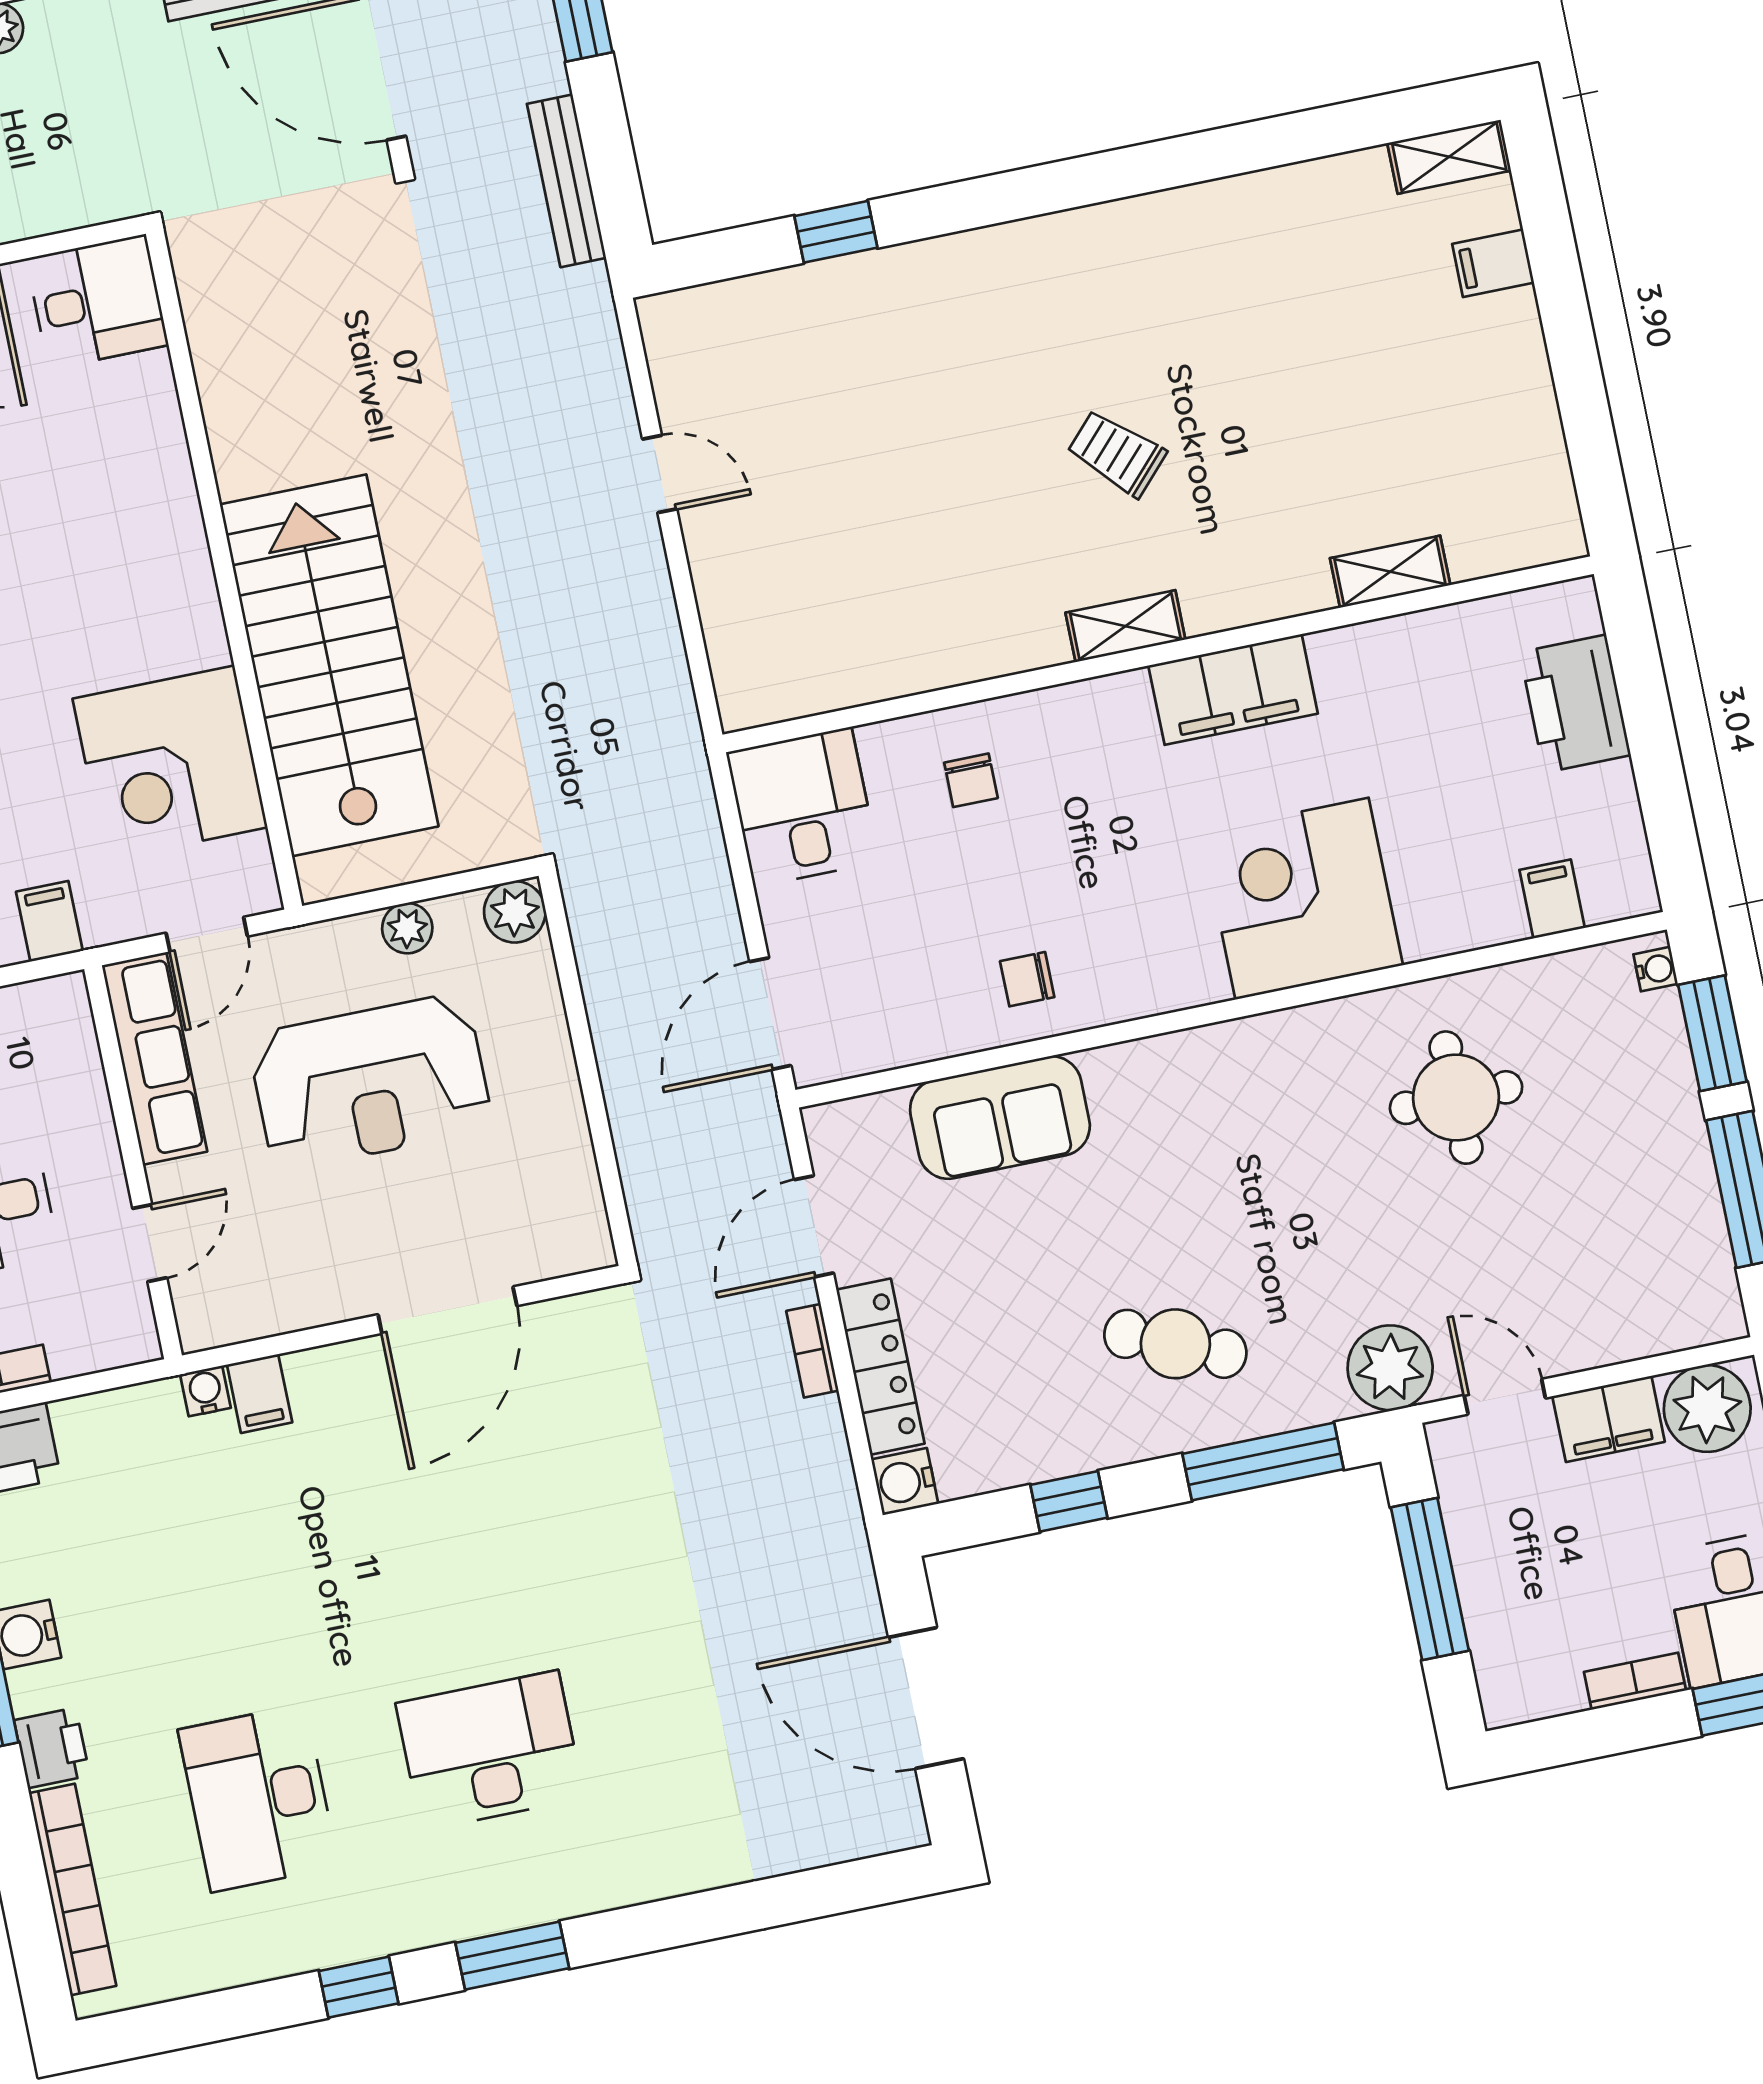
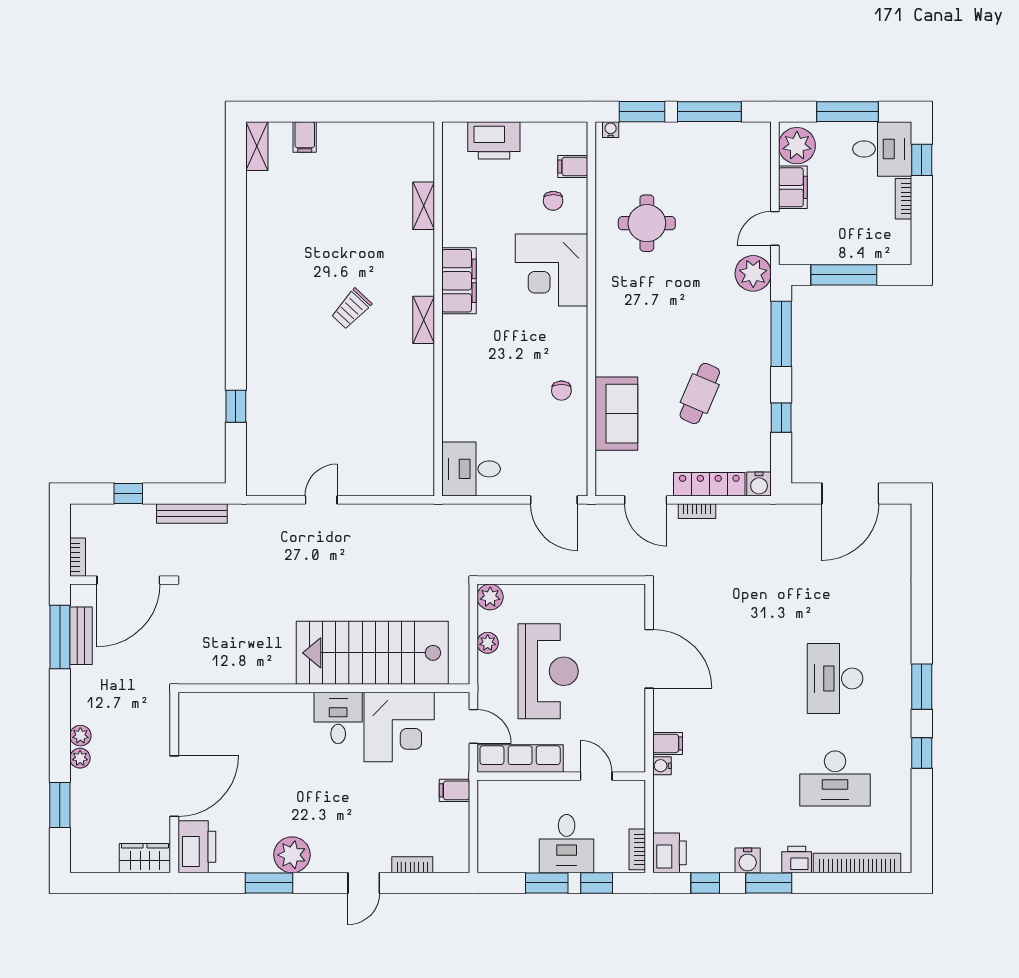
desk: (97, 302) -> (338, 718), moved
chair: (971, 780) -> (553, 201), moved, turned 90
cafe table: (1175, 1344) -> (700, 394), moved

